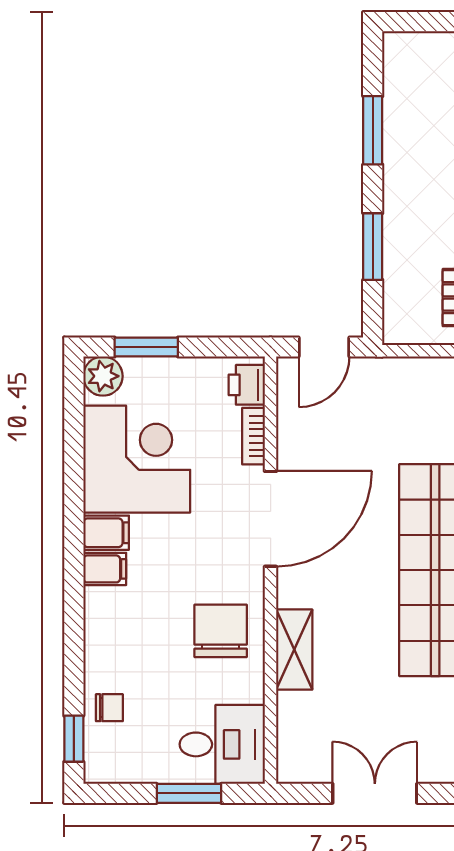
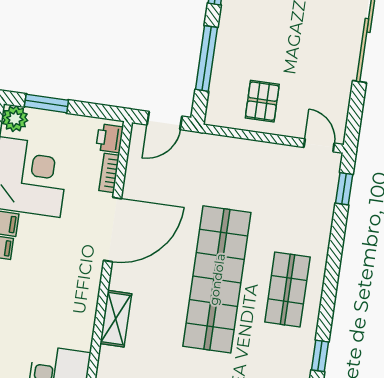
window: (373, 247) -> (206, 58), width x1.44
chair: (221, 631) -> (69, 299), removed

